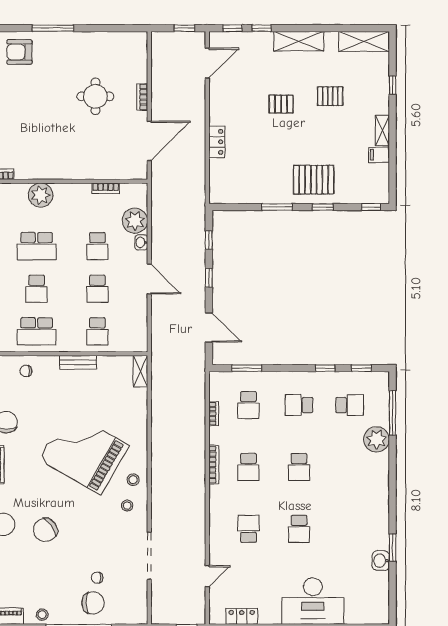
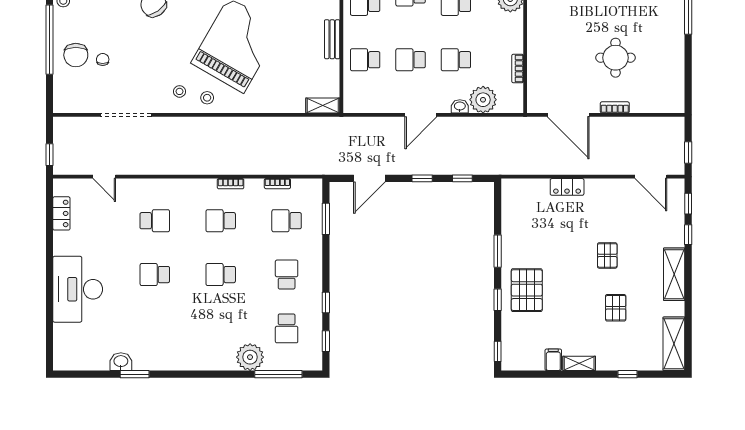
bookcase: (214, 465) -> (231, 184), width x0.64

